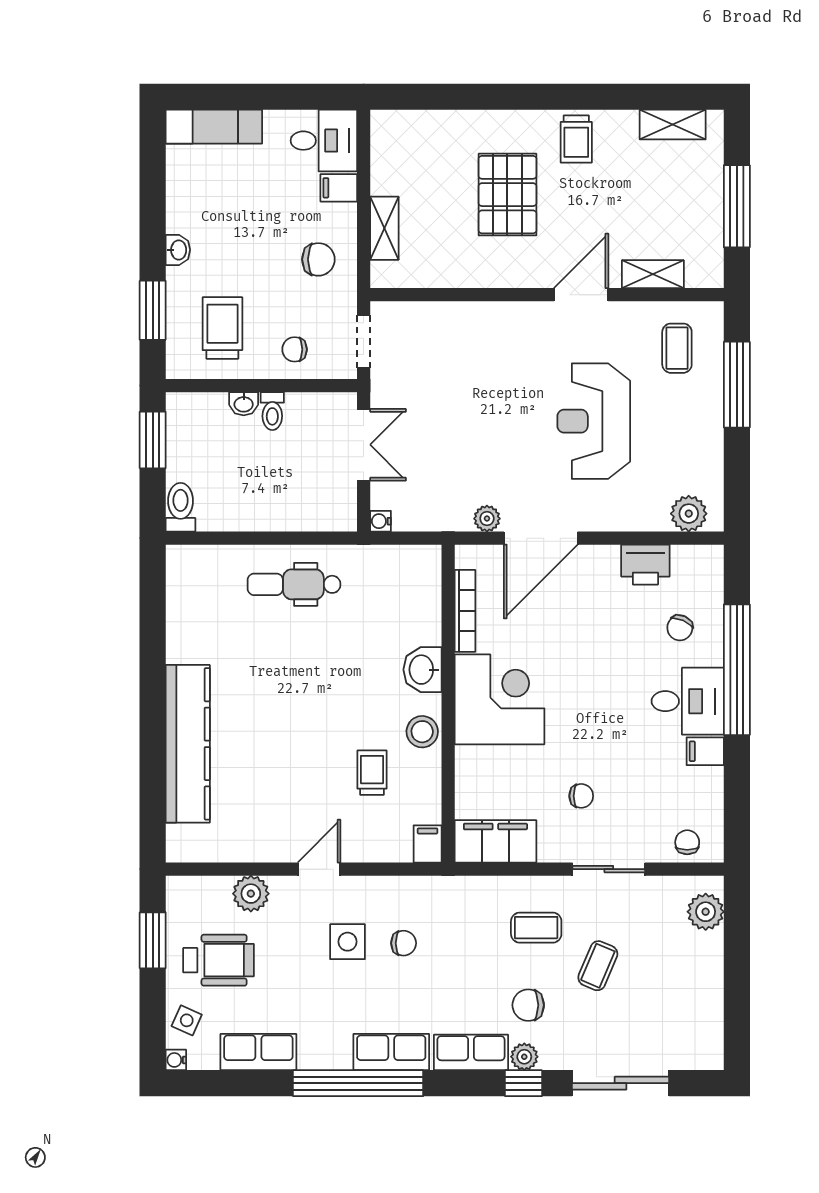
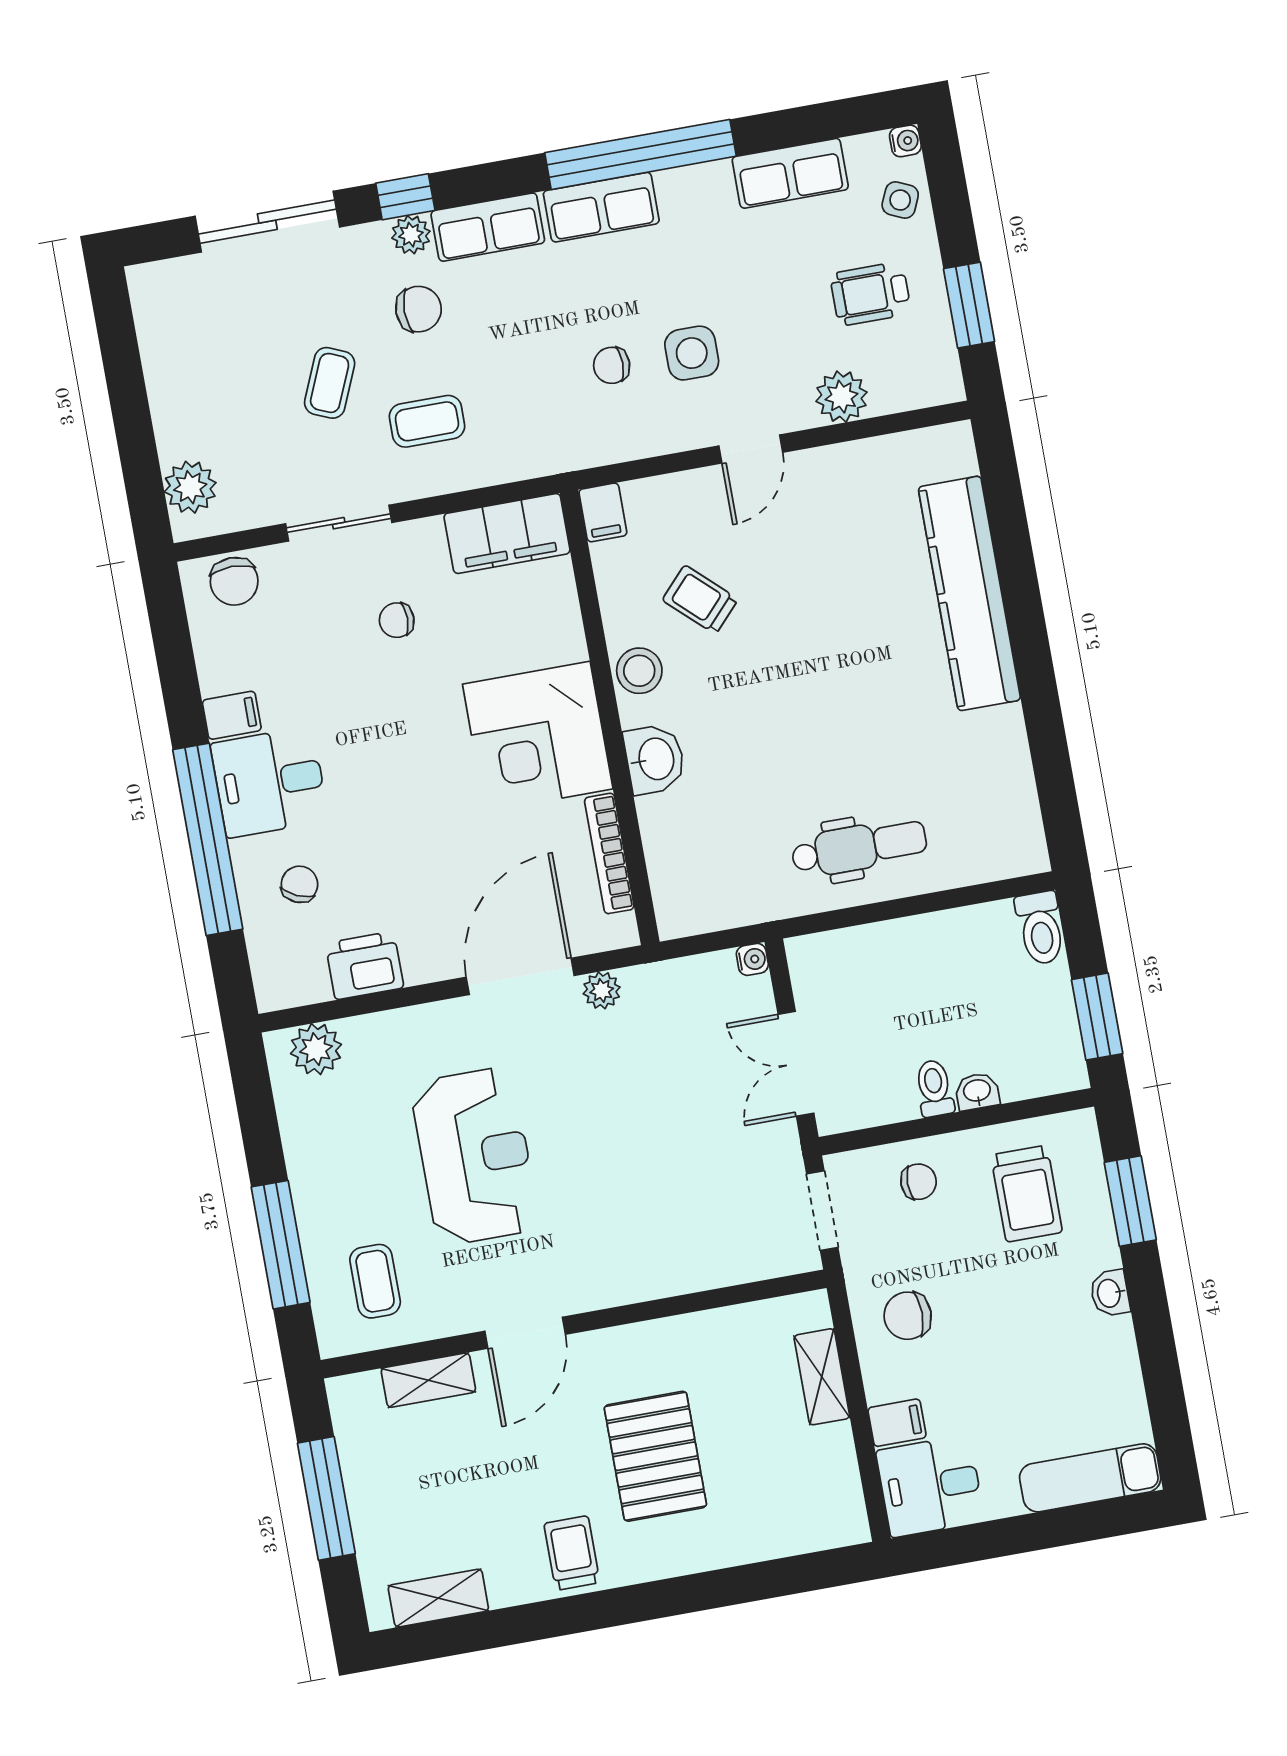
trolley: (372, 773) -> (700, 600), turned 133
chair: (687, 842) -> (234, 581), width x1.37, depth x1.37
wheelchair: (218, 960) -> (871, 294), width x0.73, depth x0.73

